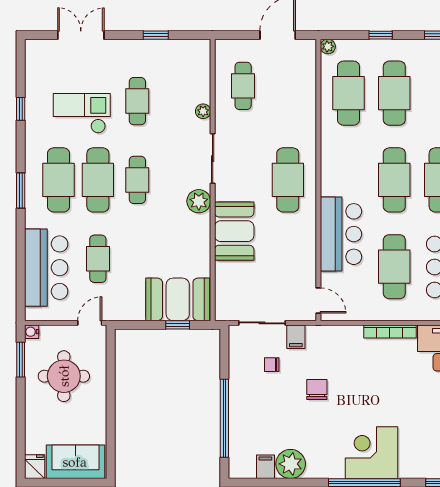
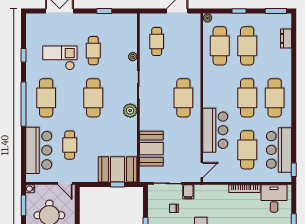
cafe table: (98, 180) -> (70, 98), removed
cafe table: (137, 180) -> (93, 98), width x1.37, depth x1.35
window: (21, 191) -> (23, 104), width x2.11
booth: (234, 231) -> (151, 149), moved
door: (318, 301) -> (202, 170), hinge flipped
door: (90, 323) -> (65, 183), swing flipped

